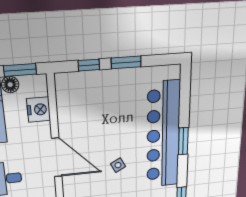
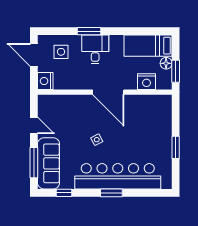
window: (89, 65) -> (176, 120), removed
door: (57, 157) -> (108, 92), hinge flipped

